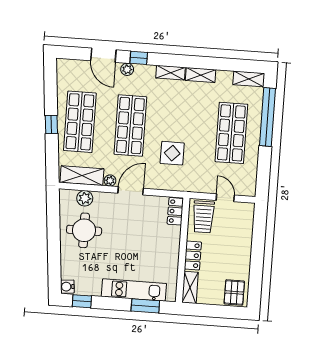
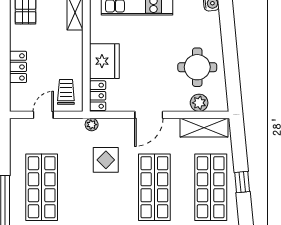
plant: (110, 181) -> (92, 125), moved
door: (225, 198) -> (43, 115), swing flipped
trolley: (203, 217) -> (66, 92), width x0.73, depth x0.72
fridge: (167, 242) -> (104, 61), added
locker: (193, 255) -> (18, 67), moved, turned 180

